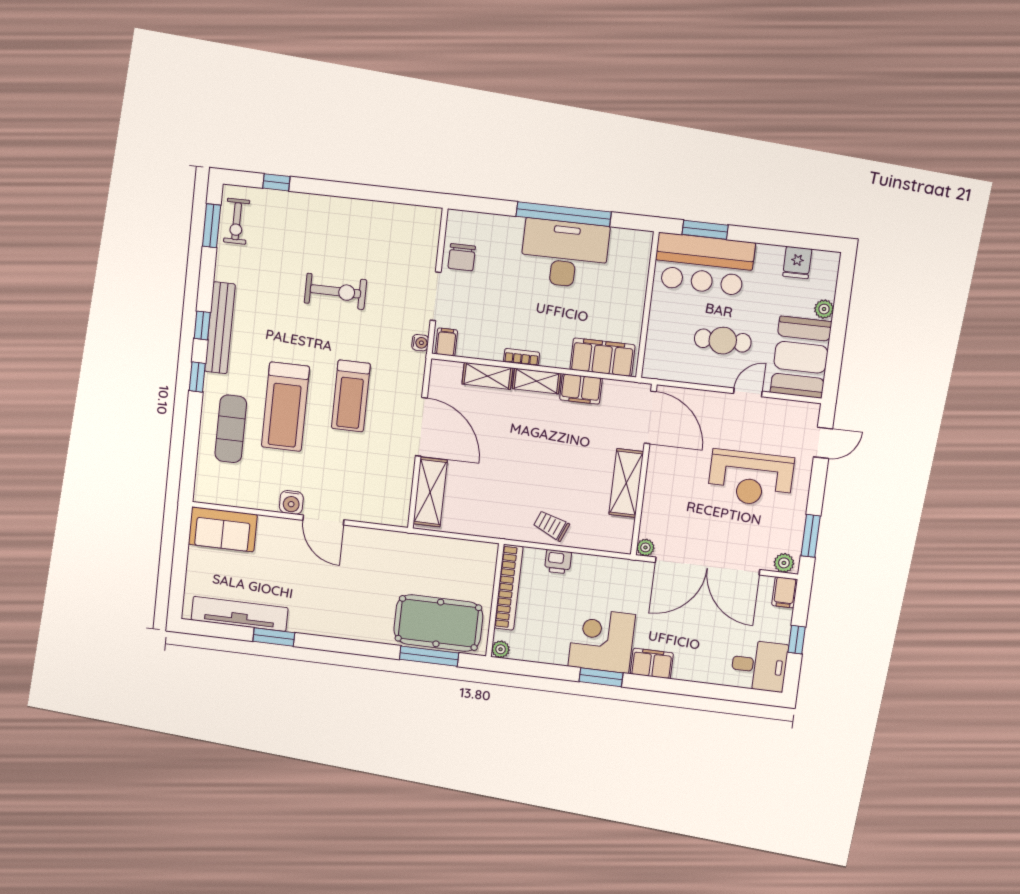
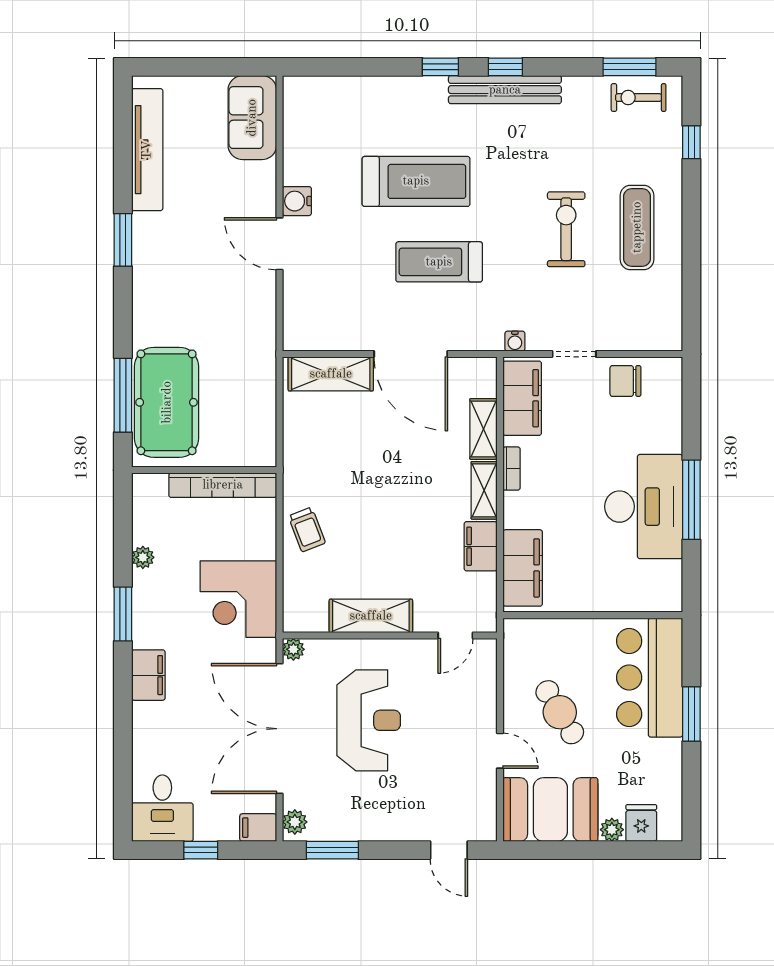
window: (564, 214) -> (691, 500), width x0.68
window: (705, 230) -> (691, 714), moved
fridge: (797, 262) -> (641, 823), moved, turned 90
exercise bike: (335, 291) -> (566, 229), turned 180
doorway: (436, 296) -> (574, 354), width x0.73
cafe table: (723, 341) -> (560, 712), turned -31
filing cabinet: (446, 342) -> (522, 398), width x3.00, depth x1.17
treadmill: (285, 407) -> (416, 181), turned 180
door: (650, 417) -> (455, 635), width x0.53
door: (421, 427) -> (411, 354), hinge flipped
exercise mat: (231, 429) -> (637, 227), moved, turned 90
reception desk: (751, 478) -> (369, 720), moved, turned 180
door: (323, 520) -> (280, 244), hinge flipped
trolley: (551, 525) -> (307, 530), turned 137
printer: (558, 562) -> (262, 543), removed
window: (274, 637) -> (123, 240), moved
corner desk: (602, 640) -> (238, 599), moved, turned 180
plant: (501, 649) -> (143, 557), moved

